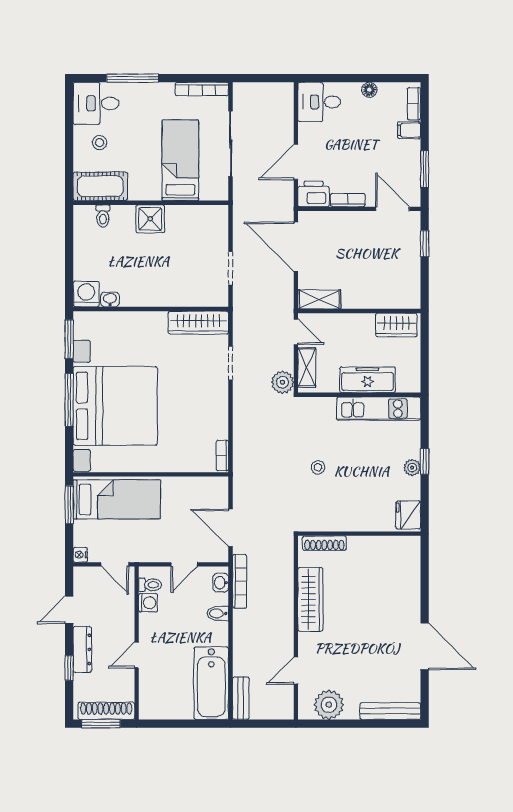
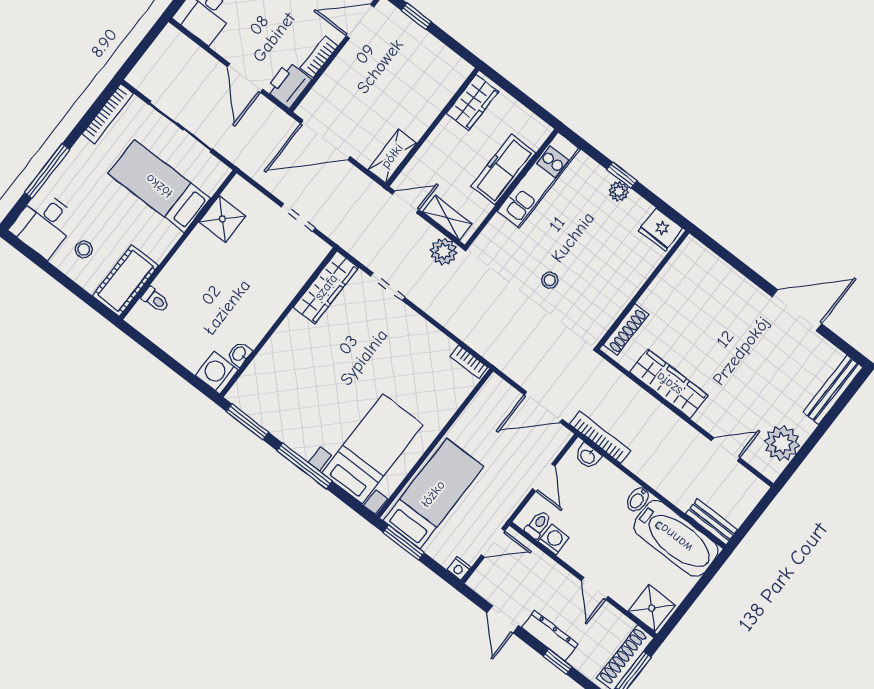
shower: (150, 219) -> (222, 219), moved
bed with nightstands: (115, 406) -> (372, 449), width x0.54
bidet: (218, 613) -> (638, 499), moved
door: (296, 670) -> (726, 449), swing flipped
shower: (153, 703) -> (652, 608), added

